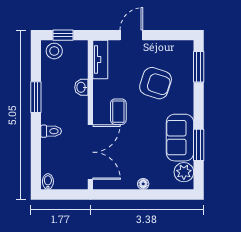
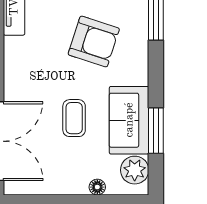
coffee table: (118, 112) -> (74, 118), moved
floor lamp: (143, 184) -> (97, 187), moved

